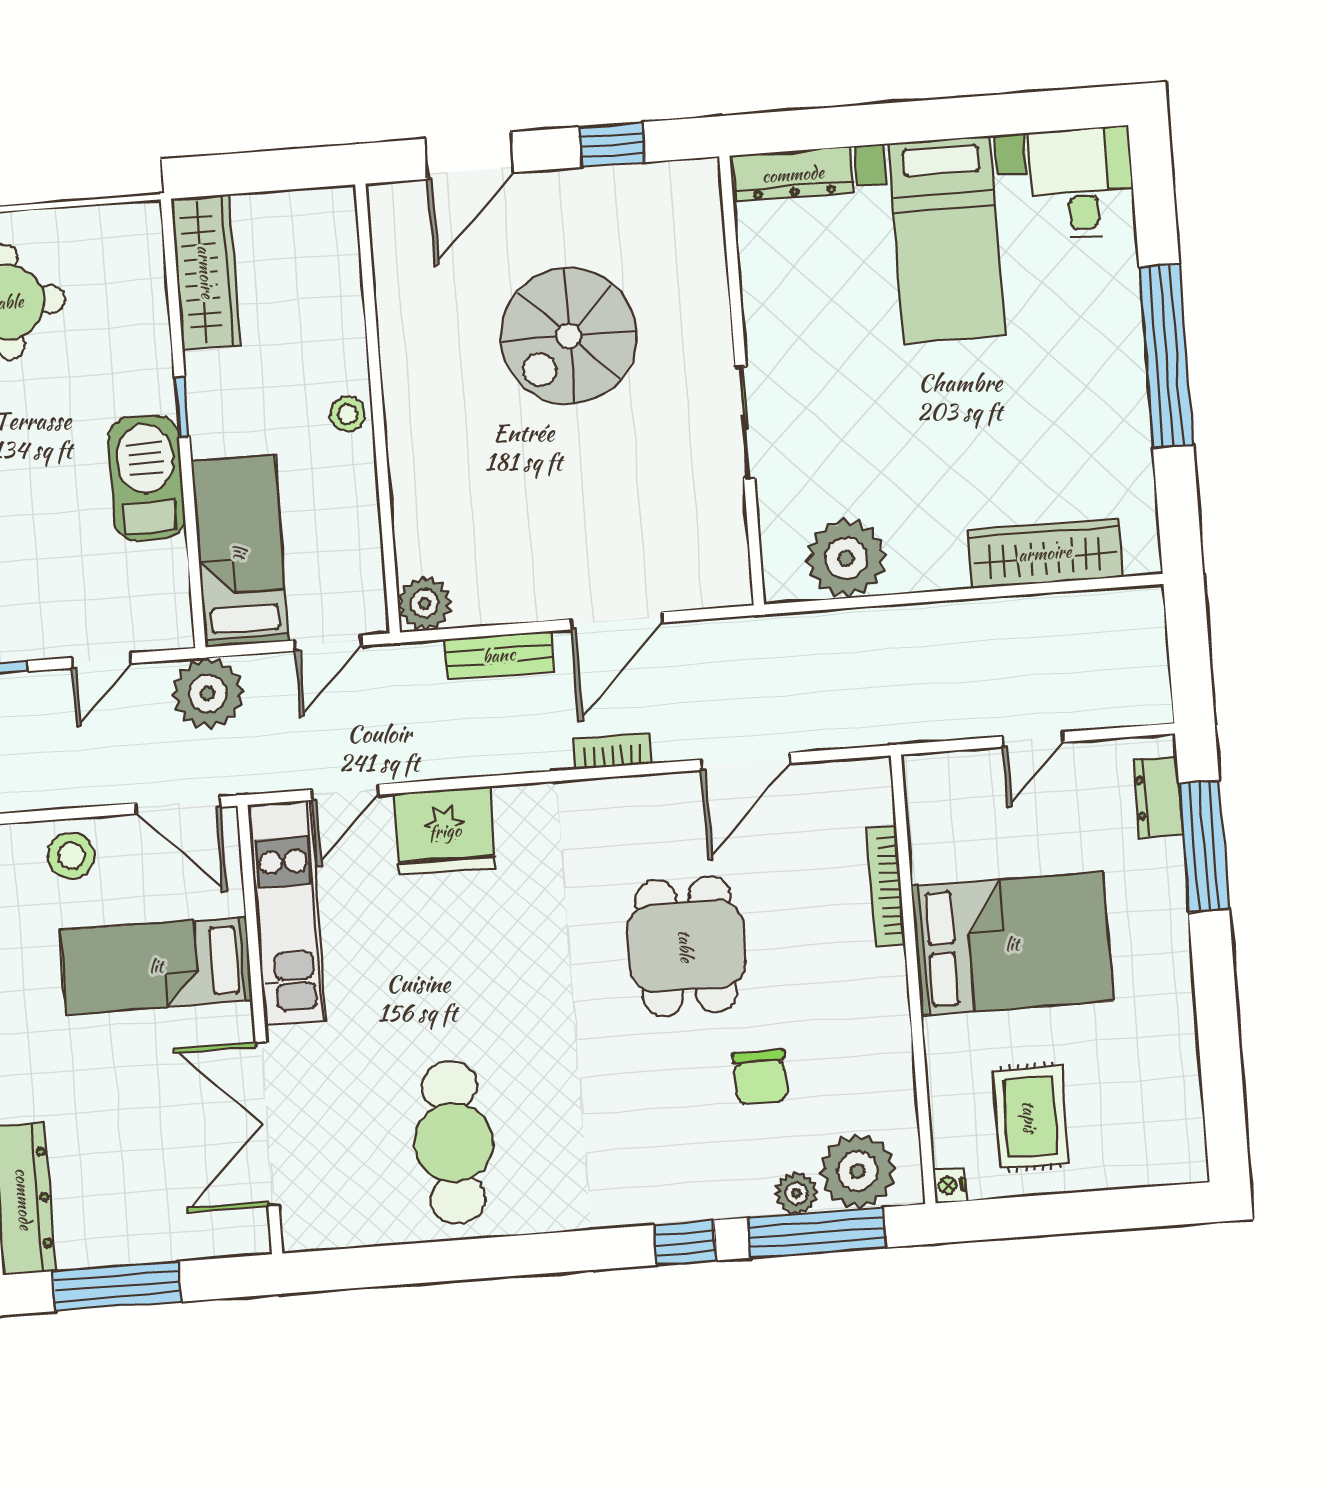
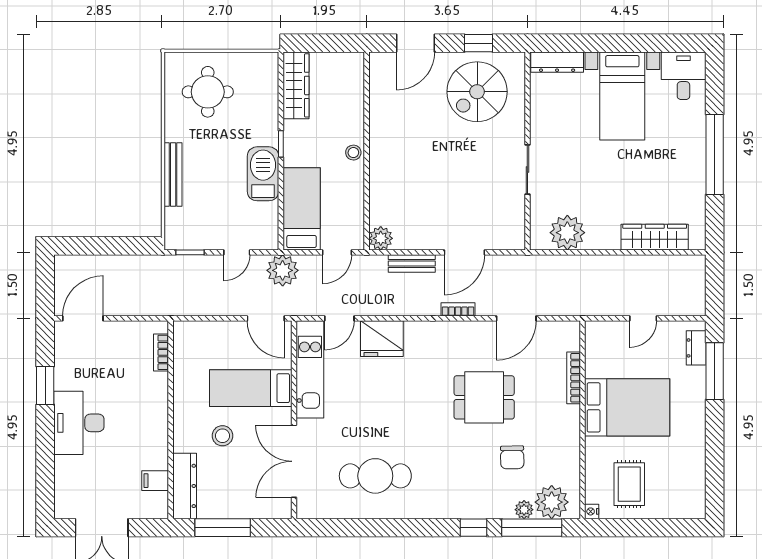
spiral stairs: (569, 336) -> (477, 92), moved
stool: (71, 856) -> (222, 436), moved
dining table: (686, 946) -> (484, 397), turned 90
cafe table: (454, 1143) -> (375, 476), turned 90

